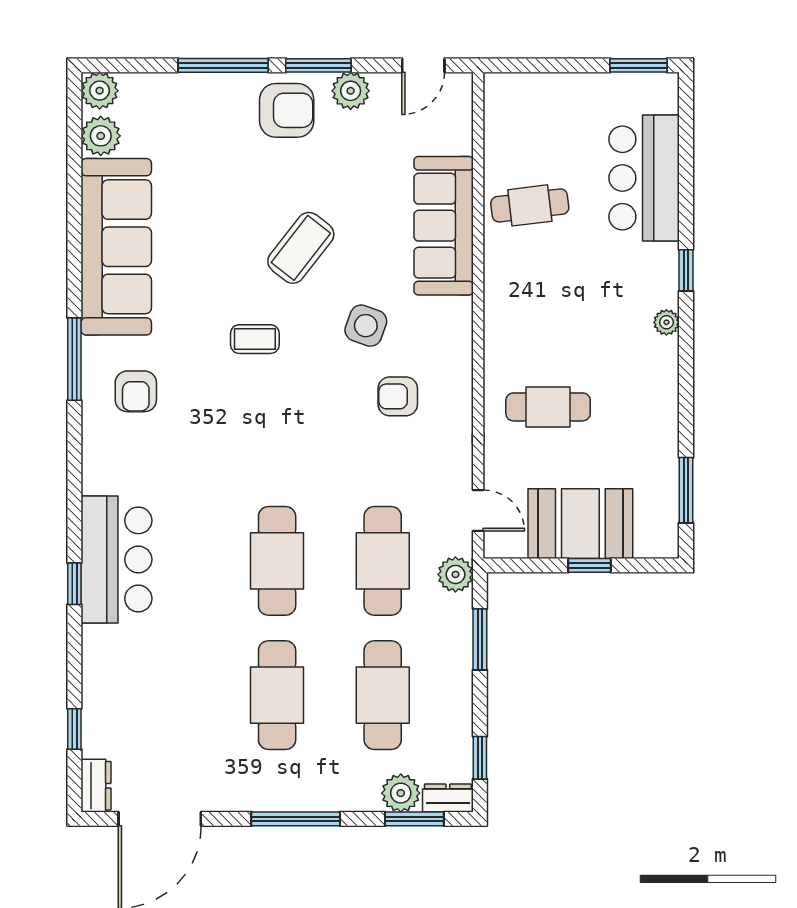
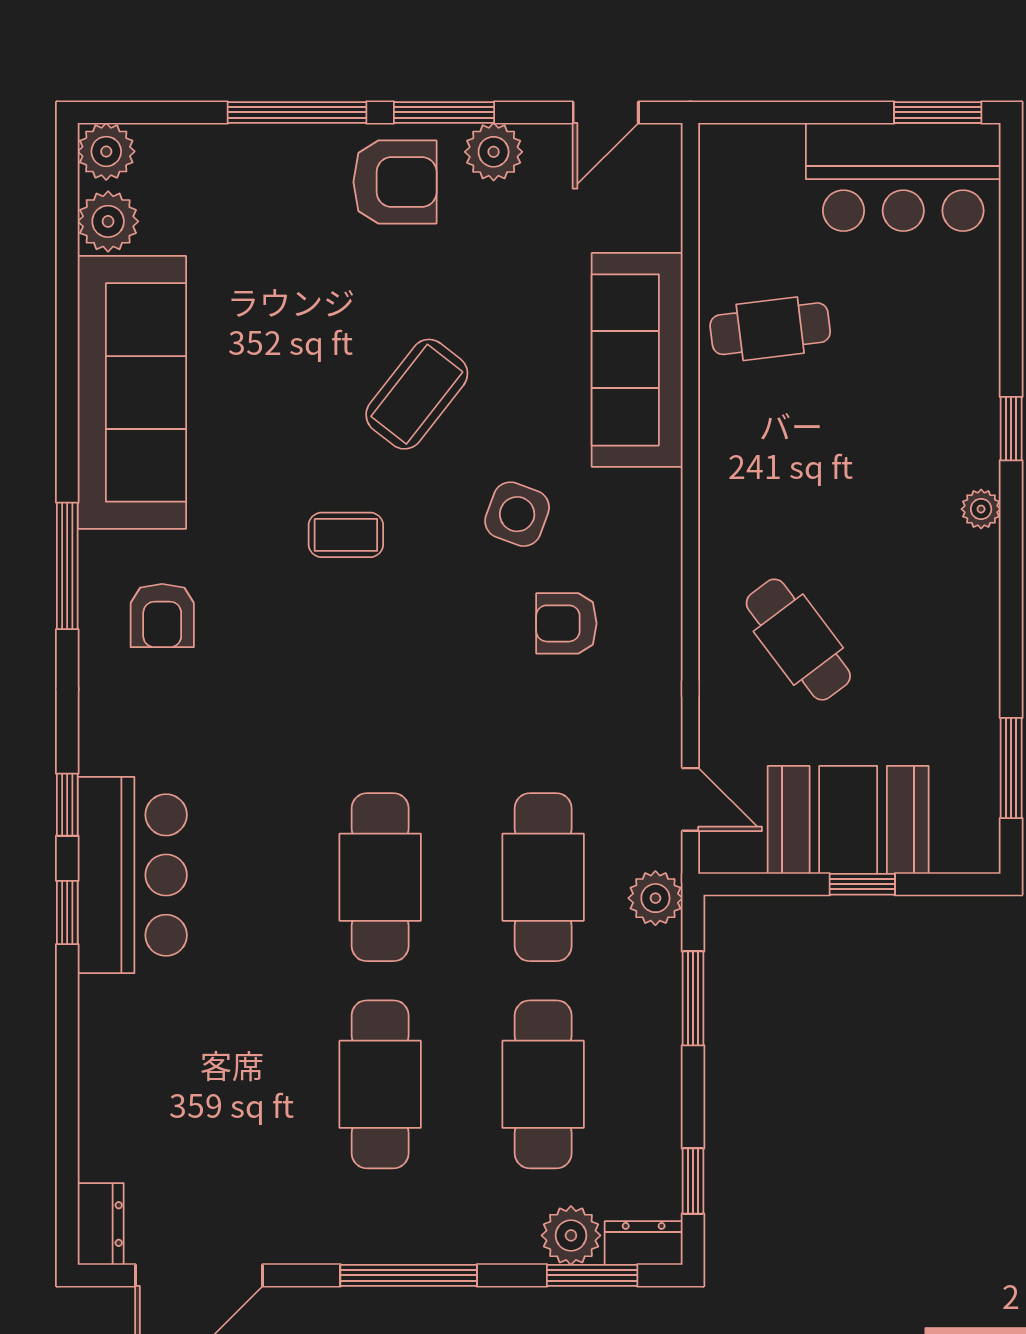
bar counter: (644, 178) -> (903, 177), moved, turned -90
cafe table: (548, 407) -> (798, 640), turned 53
window: (74, 729) -> (67, 805), moved

